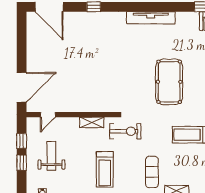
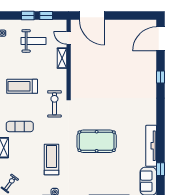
tv unit: (151, 18) -> (151, 146), moved
shelving: (92, 122) -> (62, 58), moved
exercise bike: (125, 131) -> (54, 104), turned 180

